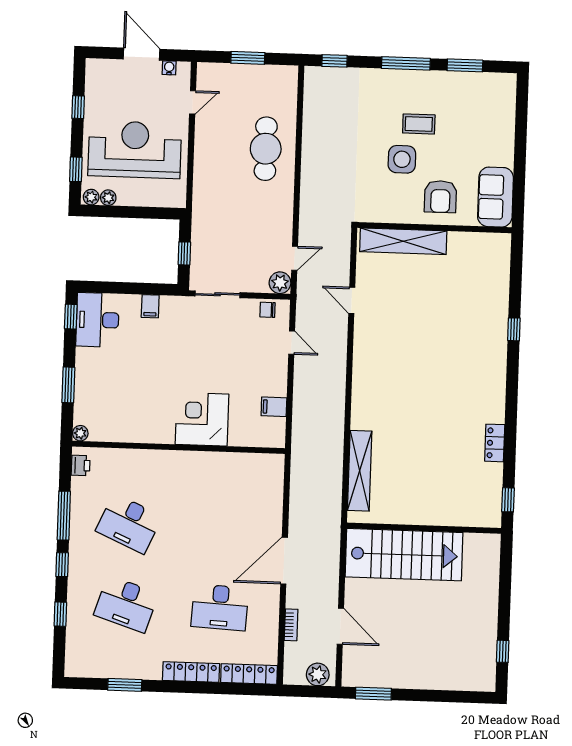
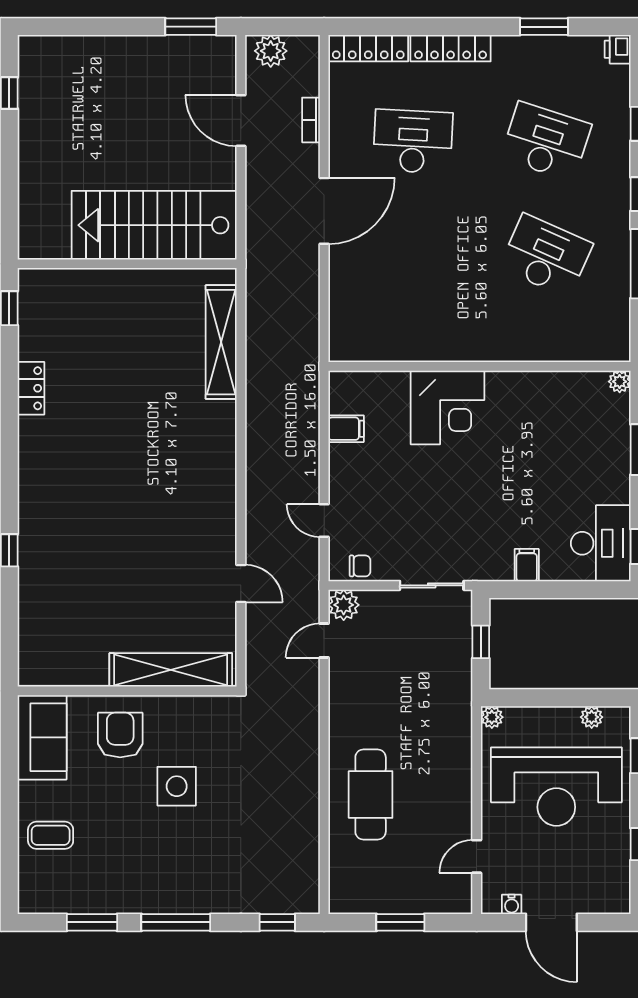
coffee table: (419, 124) -> (51, 835), moved
plant: (91, 197) -> (492, 717), moved
printer: (81, 465) -> (618, 49), moved

